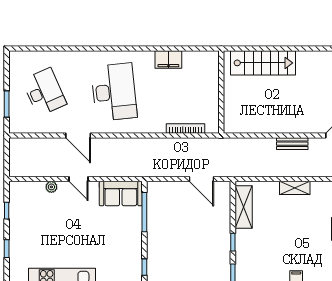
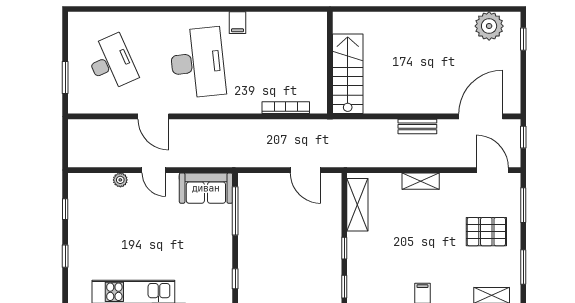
filing cabinet: (168, 60) -> (237, 23), moved, width x0.50
stairs: (263, 63) -> (348, 74), moved, turned -90

